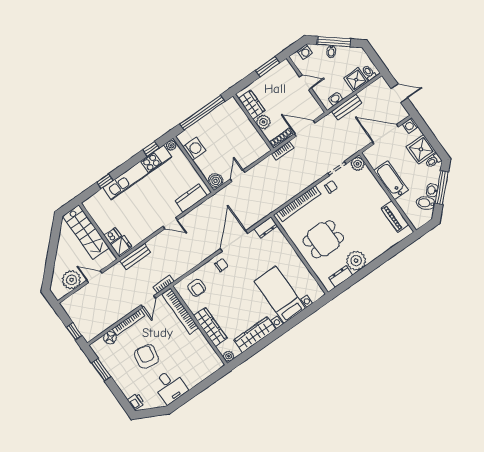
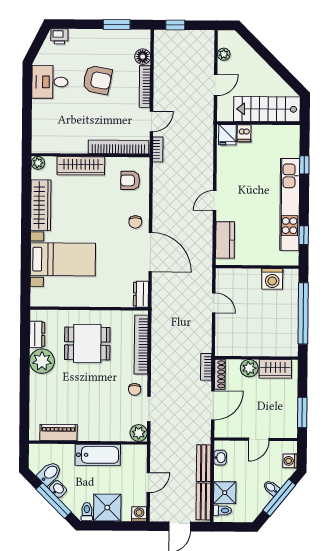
door: (385, 134) -> (148, 483), width x0.53
plant: (171, 145) -> (292, 258), removed
boiler: (216, 181) -> (225, 277), removed
dining table: (323, 239) -> (87, 343), turned 90
bench: (135, 256) -> (203, 501), moved
plant: (71, 280) -> (224, 54), width x0.53, depth x0.53
door: (148, 302) -> (151, 121), swing flipped

